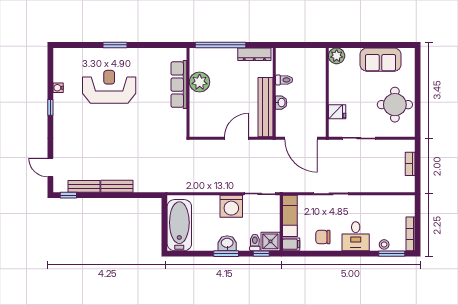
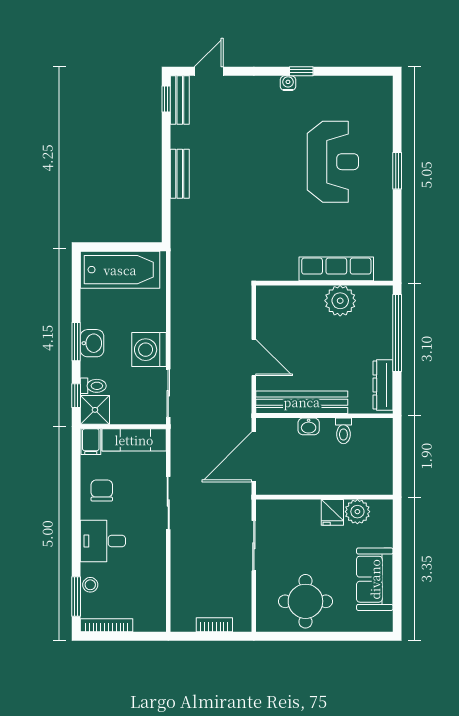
plant: (337, 56) -> (357, 512), moved
water cooler: (58, 88) -> (288, 83), moved
fridge: (337, 112) -> (332, 512), moved
bench: (84, 186) -> (180, 100), moved

